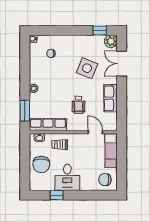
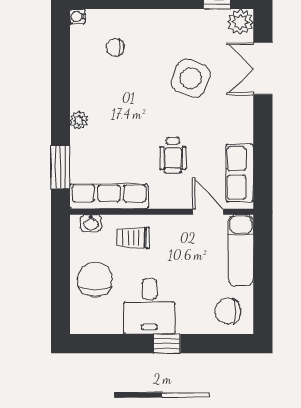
row of seats: (111, 98) -> (240, 173), moved
chair: (41, 164) -> (95, 279), turned 180
window: (57, 195) -> (167, 344), moved

